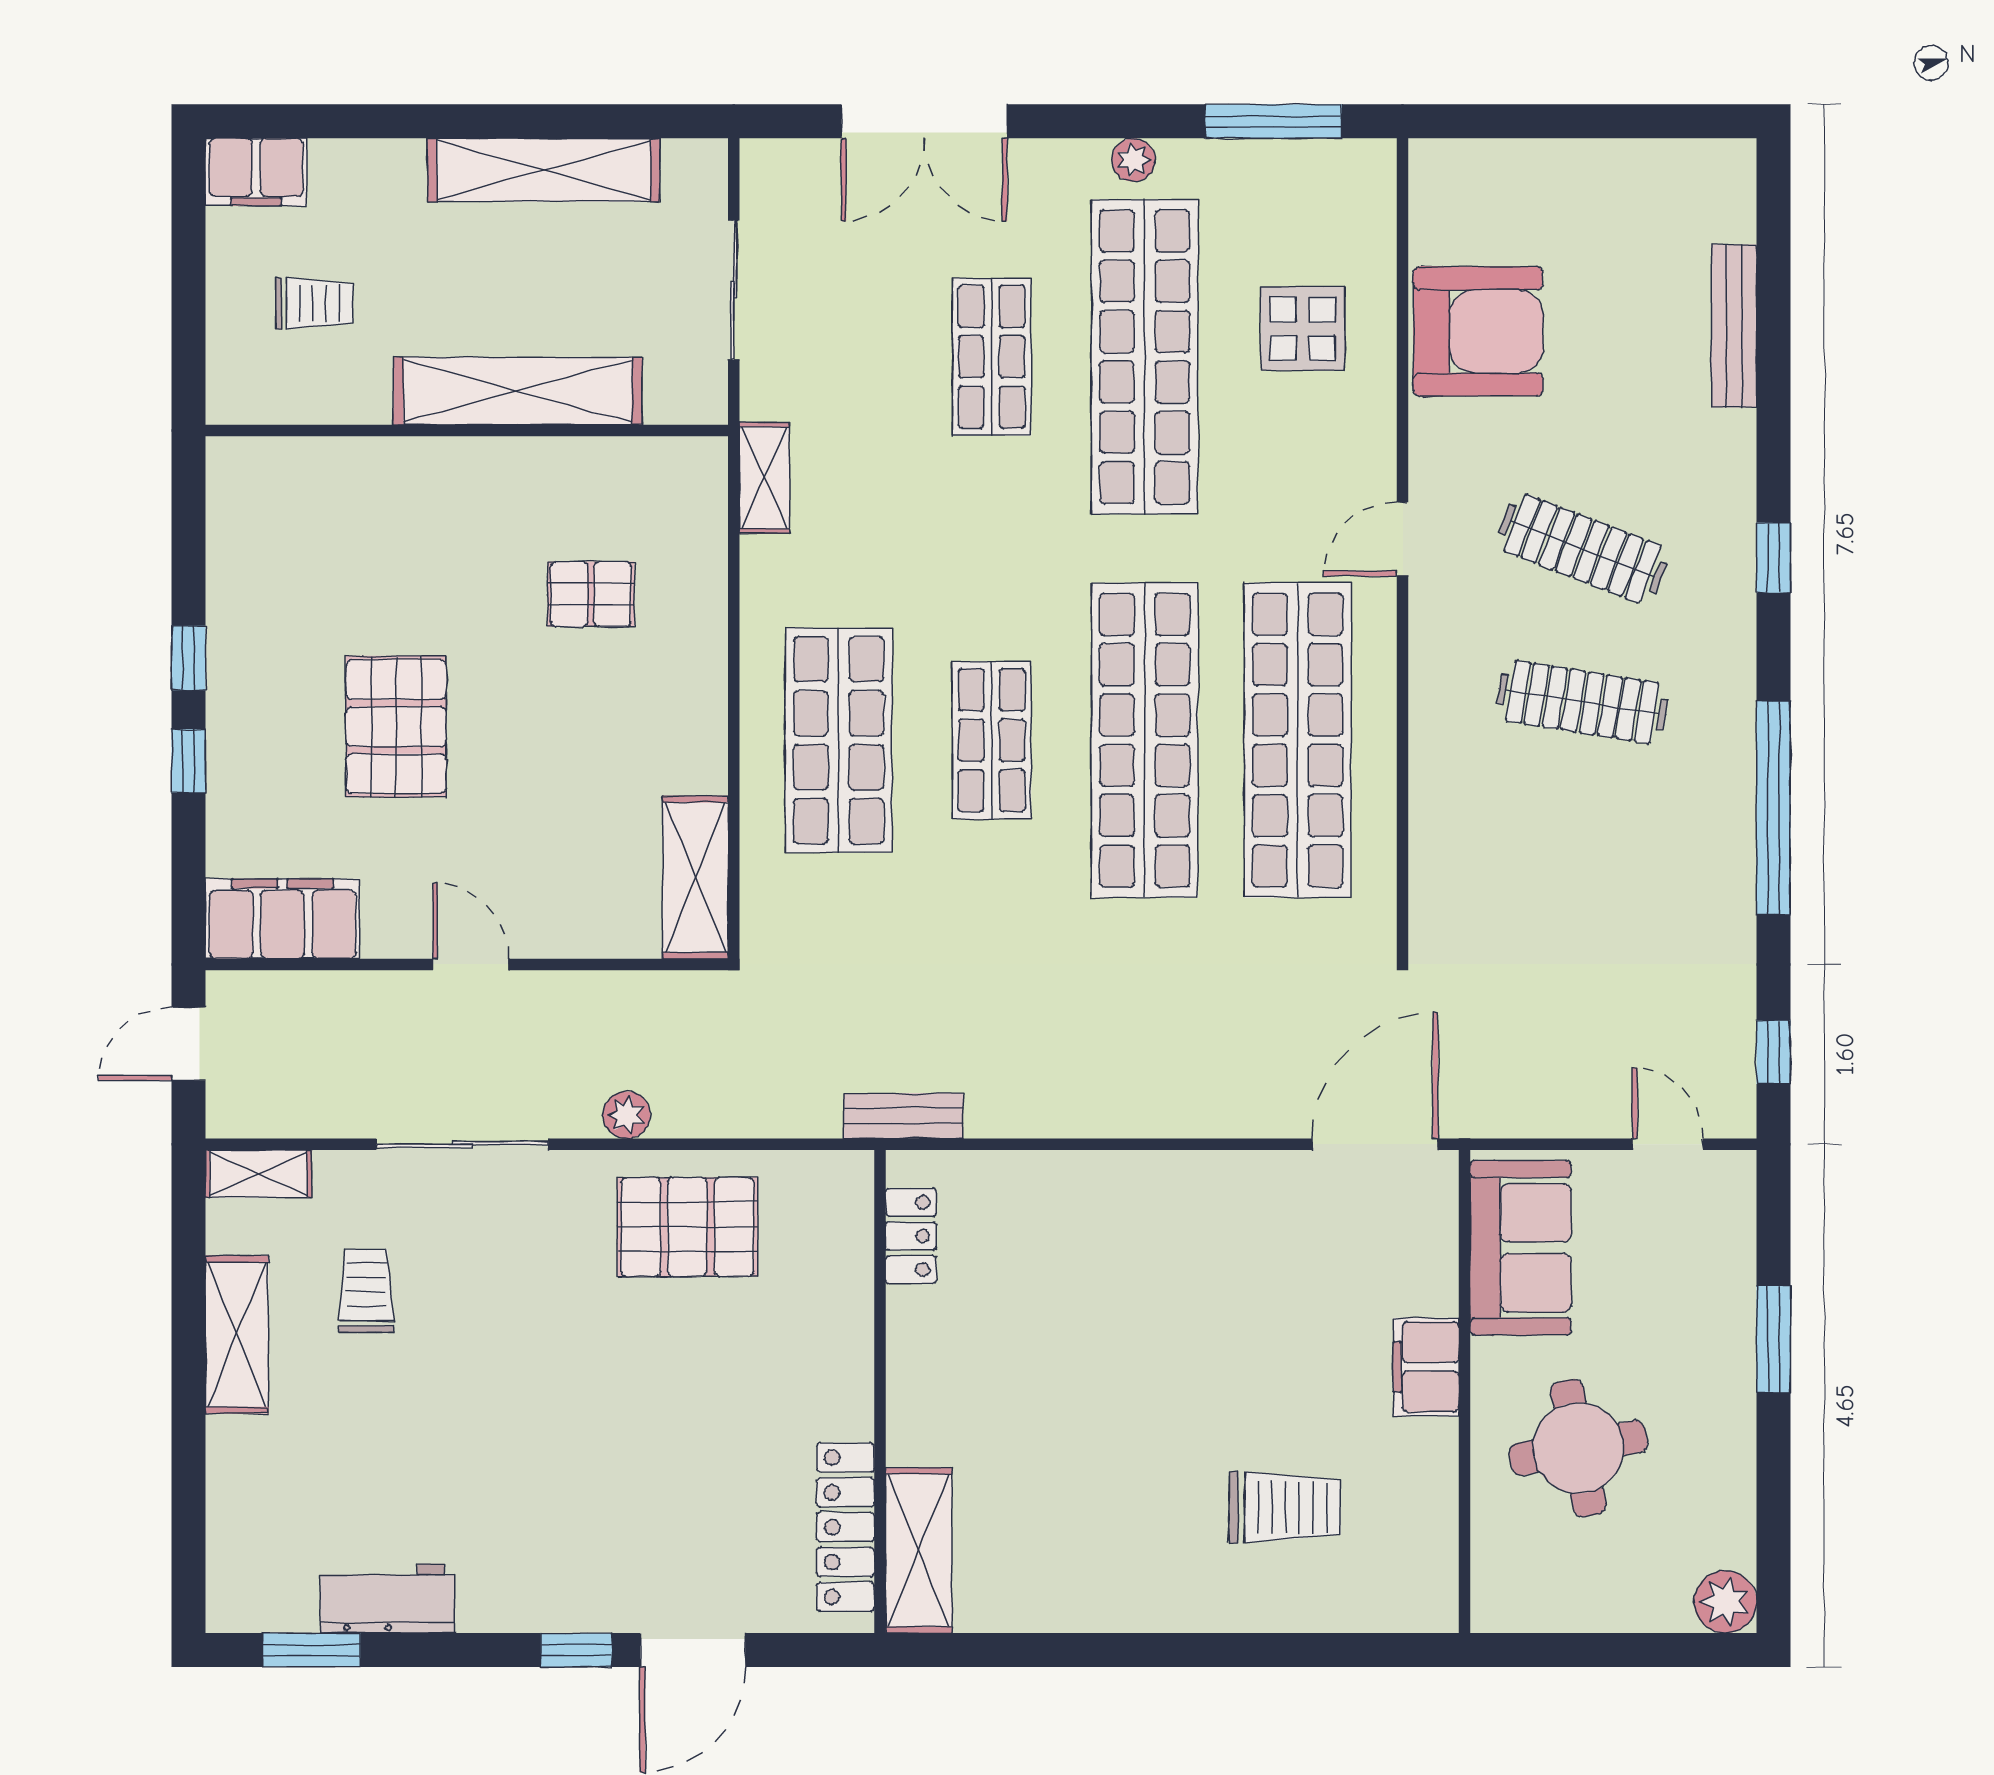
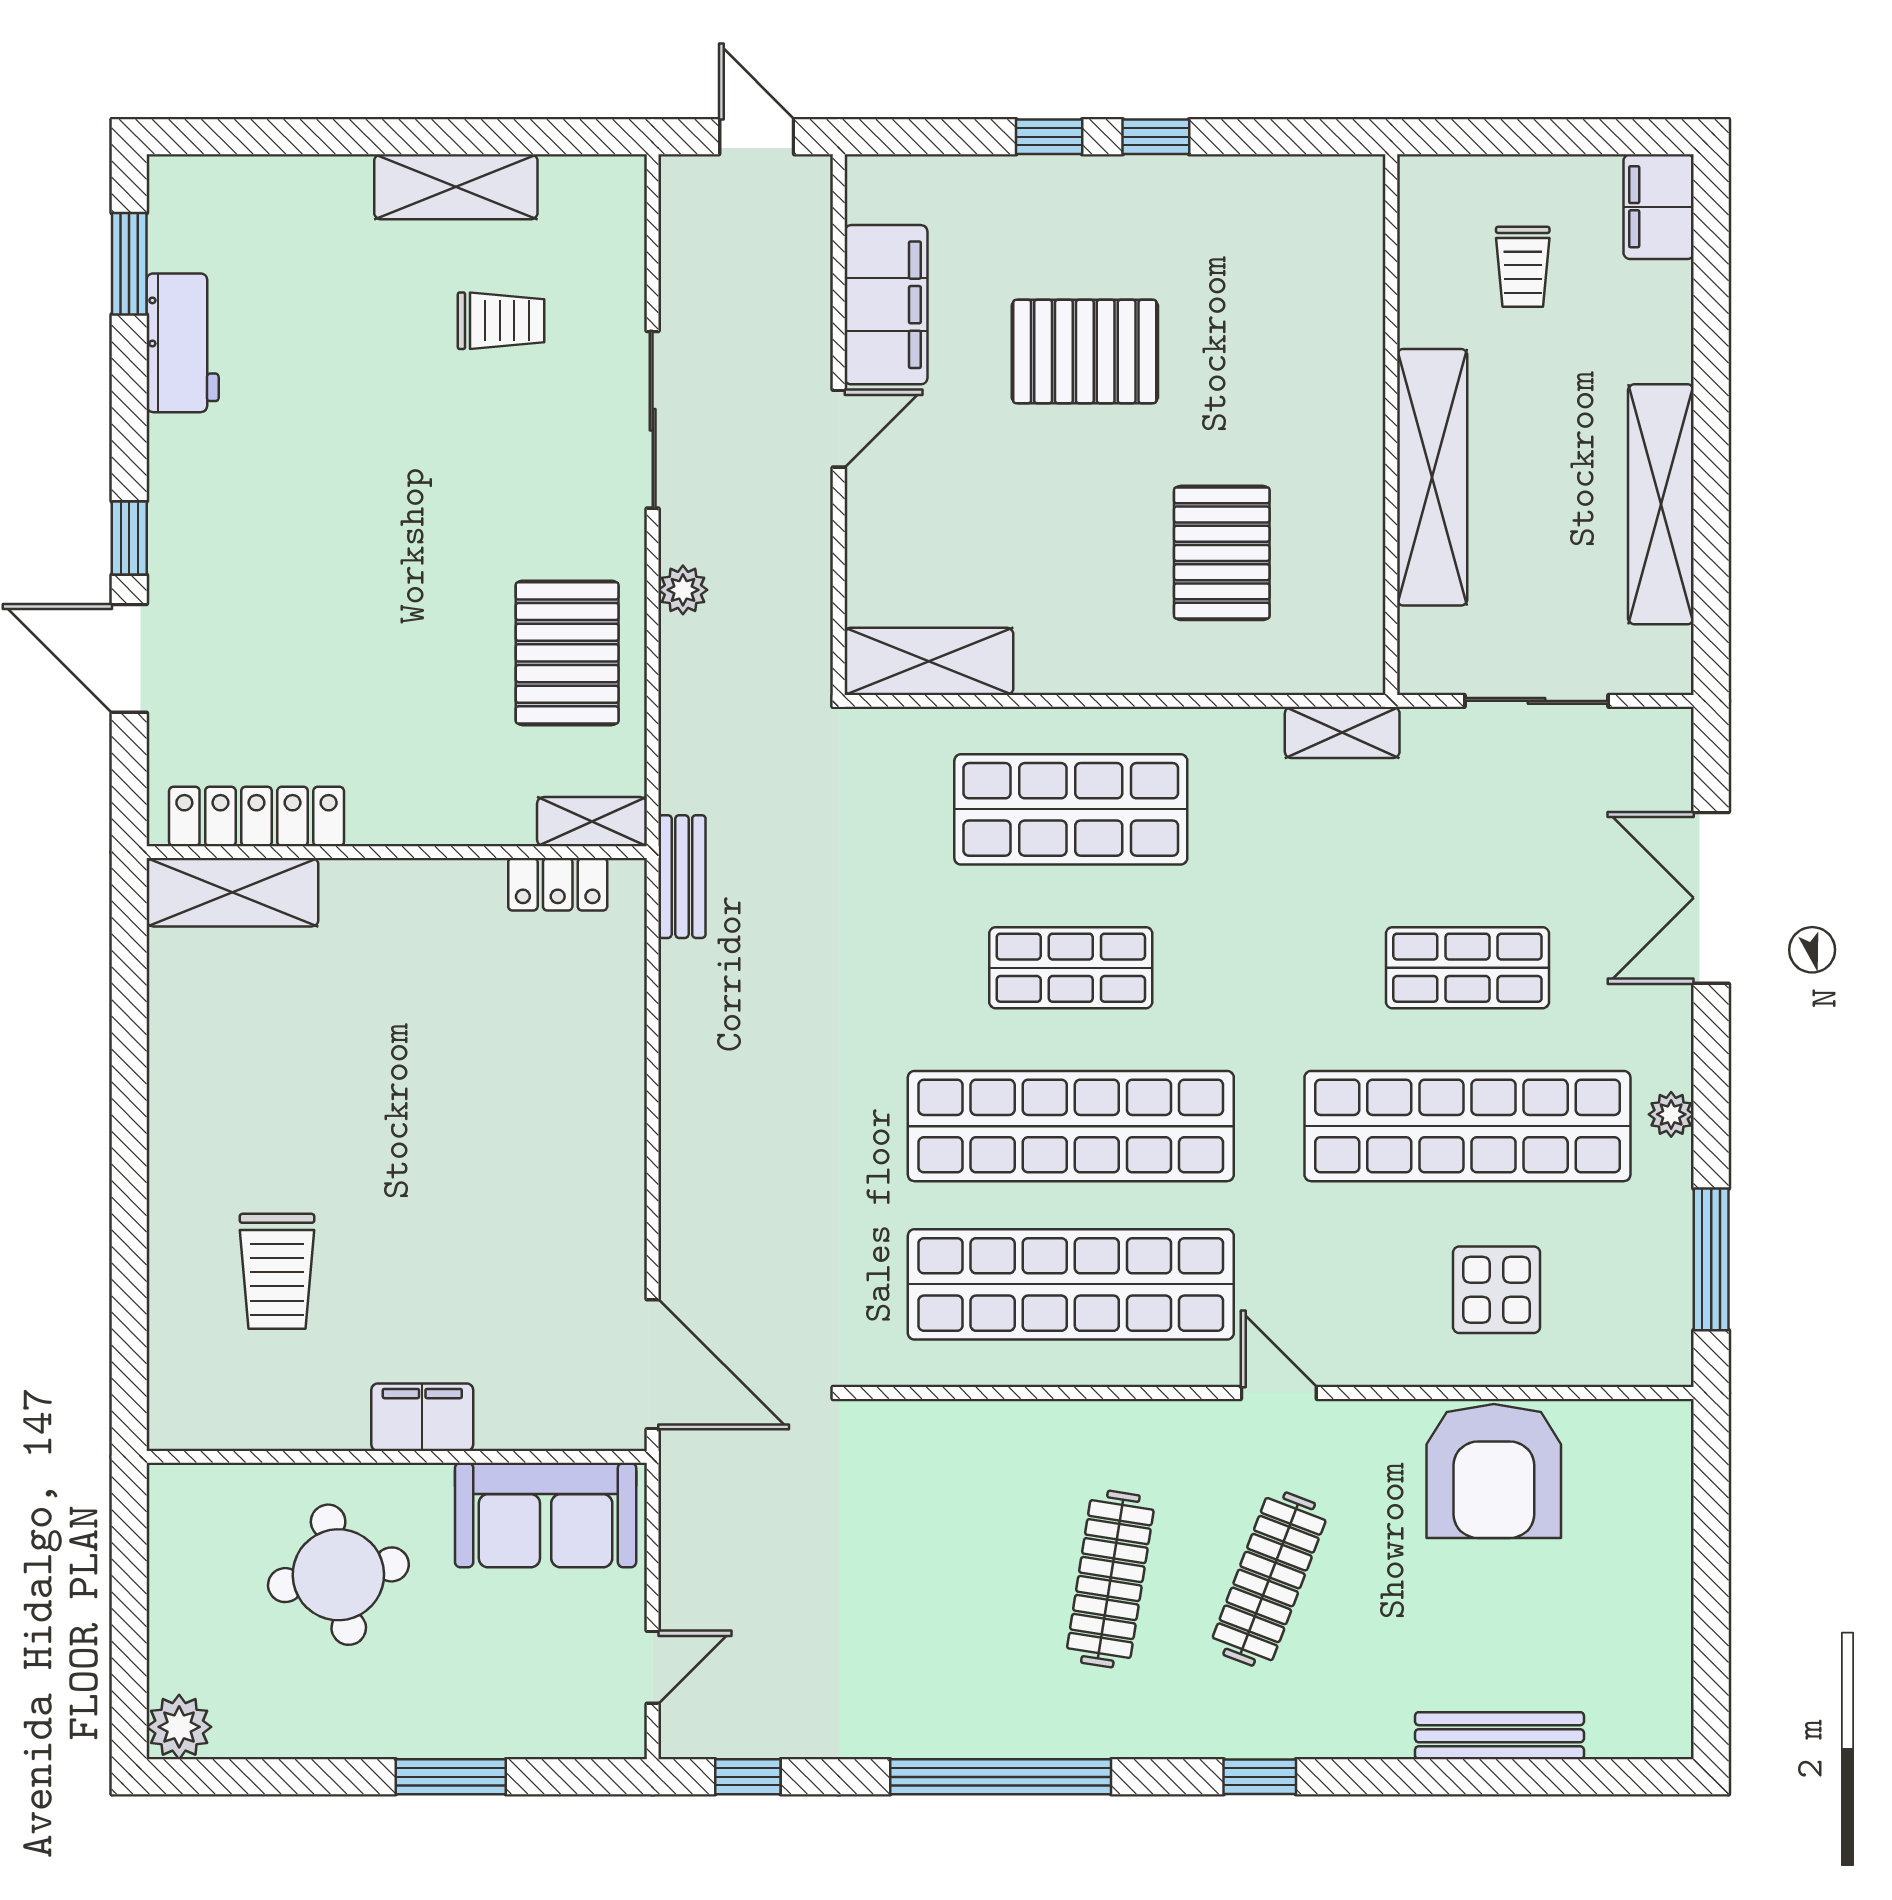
pallet: (591, 594) -> (1222, 553), width x1.50, depth x1.42
filing cabinet: (283, 919) -> (886, 305), moved
shelving: (258, 1174) -> (592, 822), moved, turned 90

